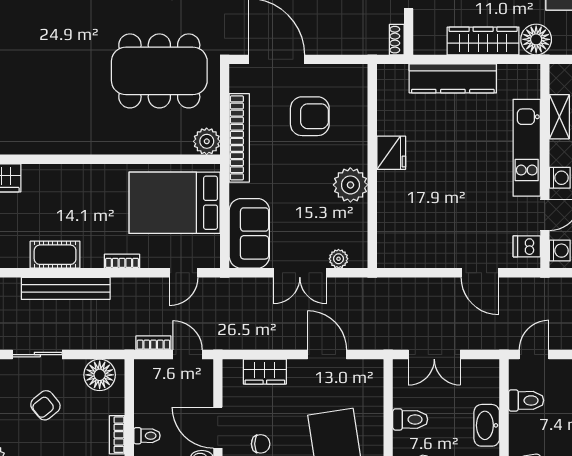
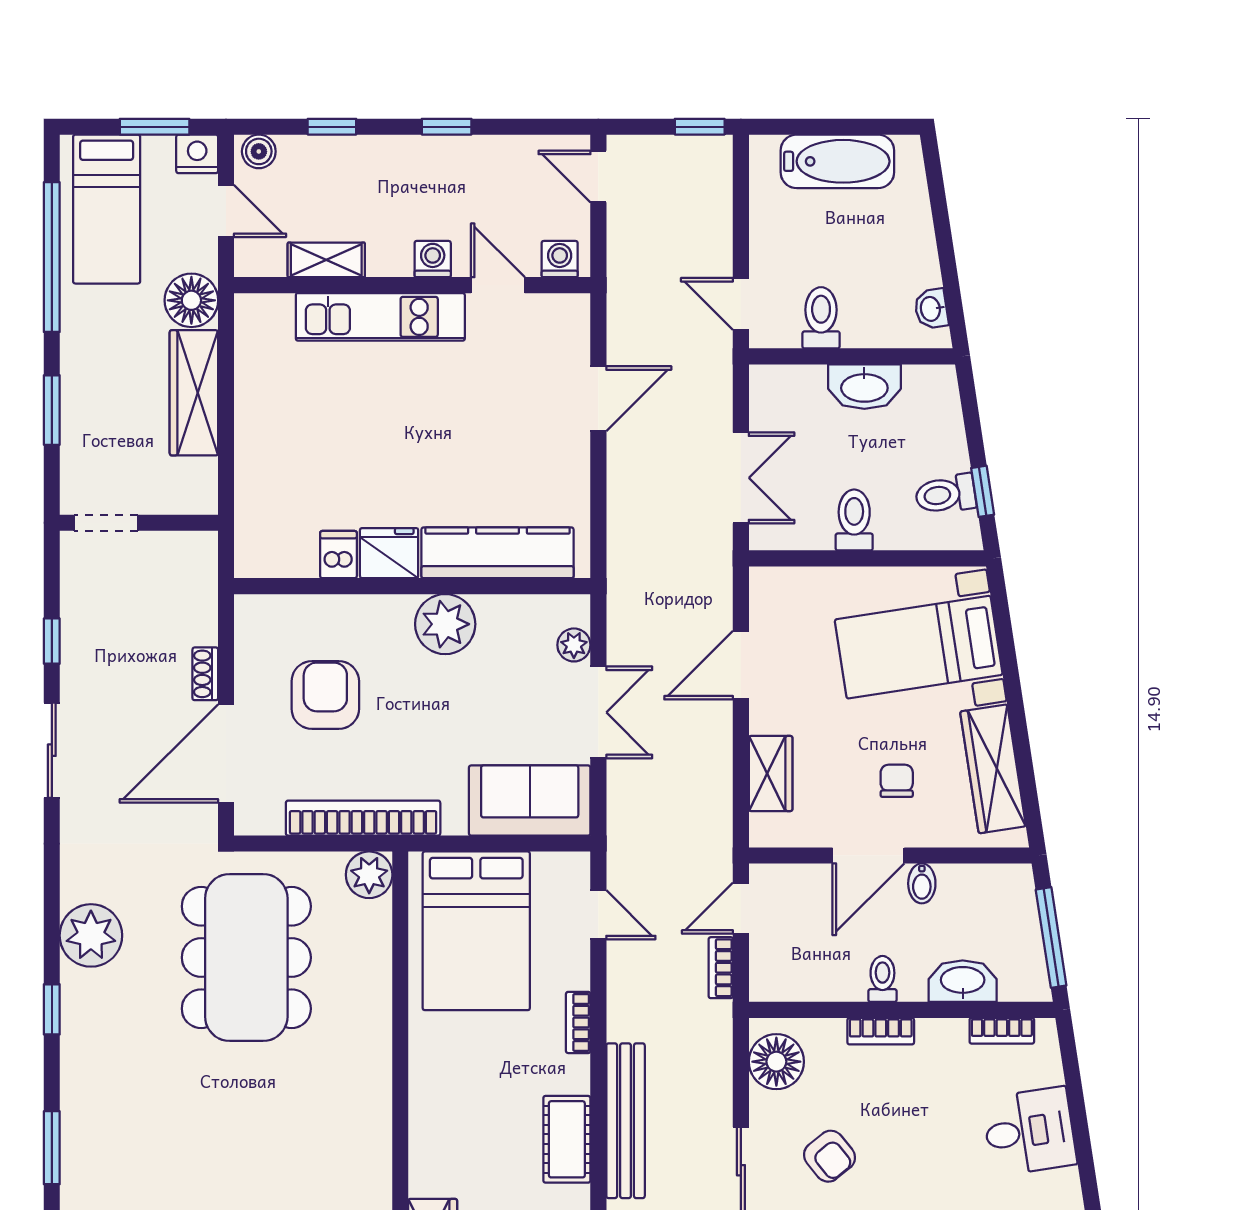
shoe rack: (397, 40) -> (205, 674), moved, turned 90
kitchen counter: (453, 78) -> (497, 553), moved, turned -90
dishwasher: (527, 246) -> (338, 555), moved, turned 180

